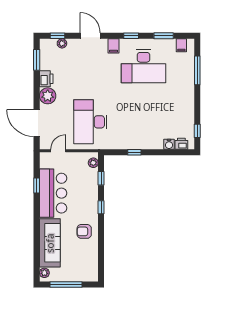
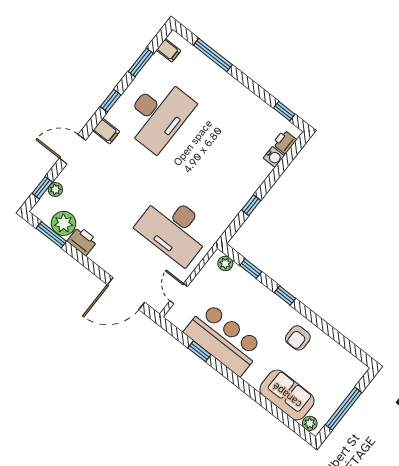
plant: (48, 96) -> (64, 223), moved
sofa: (50, 243) -> (287, 395), width x0.73

